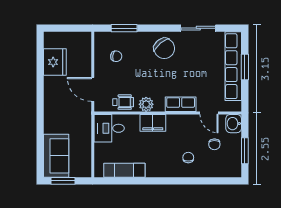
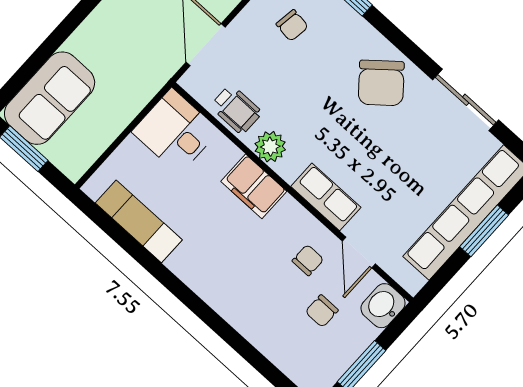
chair: (188, 158) -> (308, 260), moved

